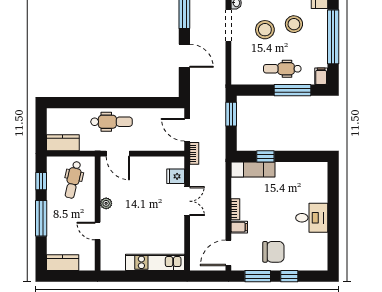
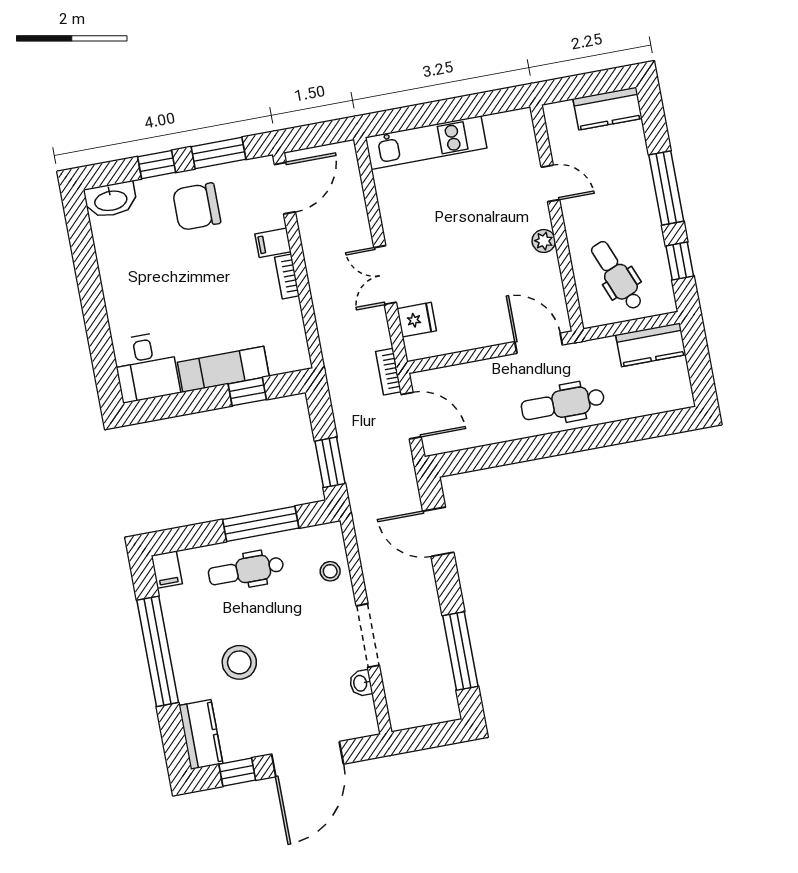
stool: (265, 30) -> (330, 571), moved, width x0.53, depth x0.53
door: (184, 56) -> (438, 532), moved
dental chair: (282, 69) -> (246, 570), turned 180
window: (292, 90) -> (261, 524), moved
exam couch: (253, 170) -> (223, 369), moved
dental chair: (73, 180) -> (617, 275), turned -35
desk: (312, 218) -> (146, 367), moved, turned -90
washbasin: (315, 263) -> (111, 200), added

